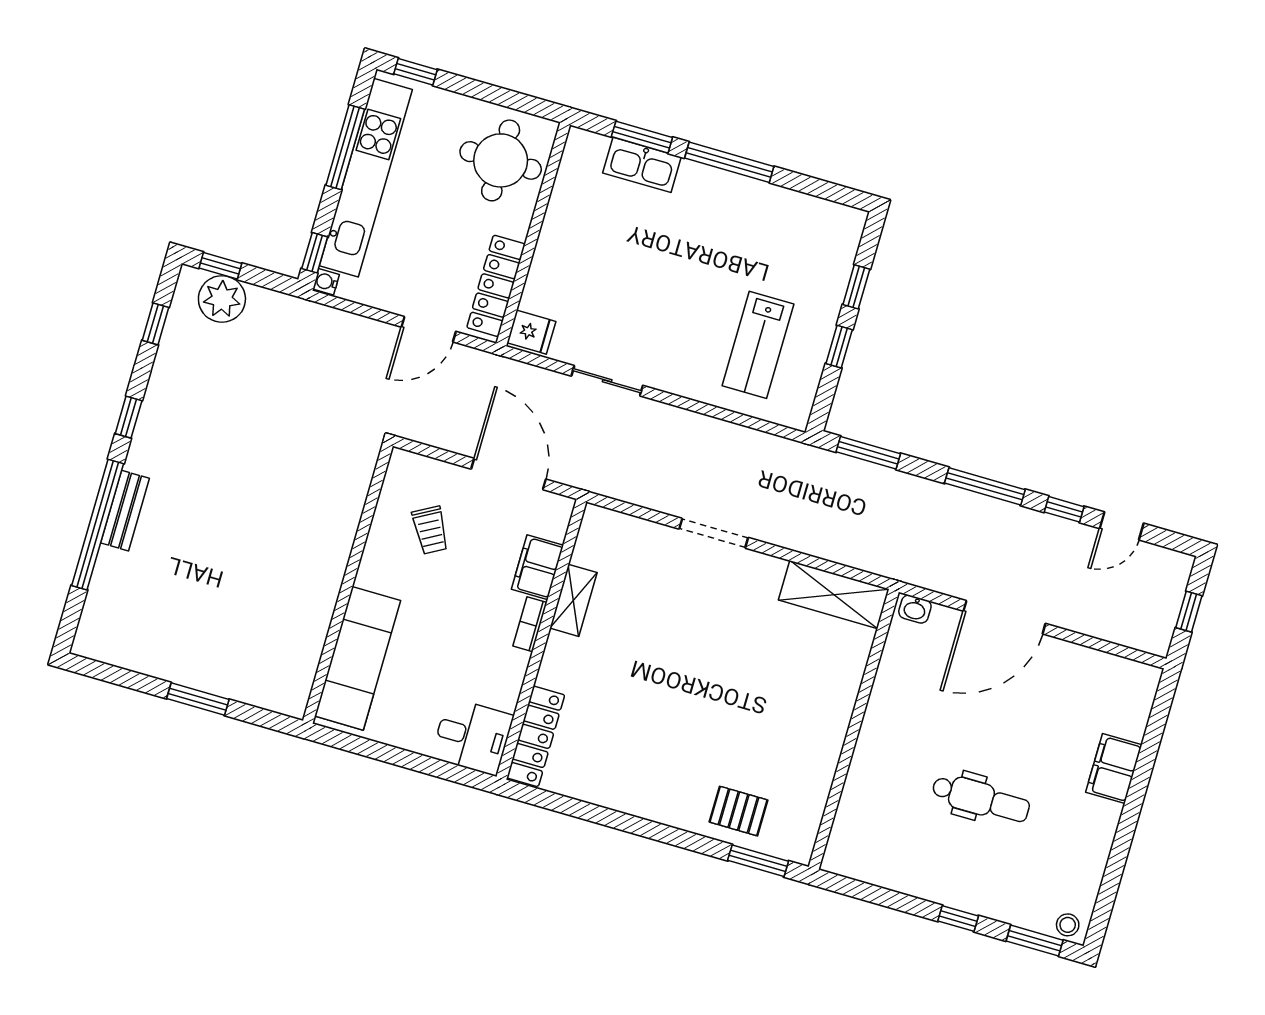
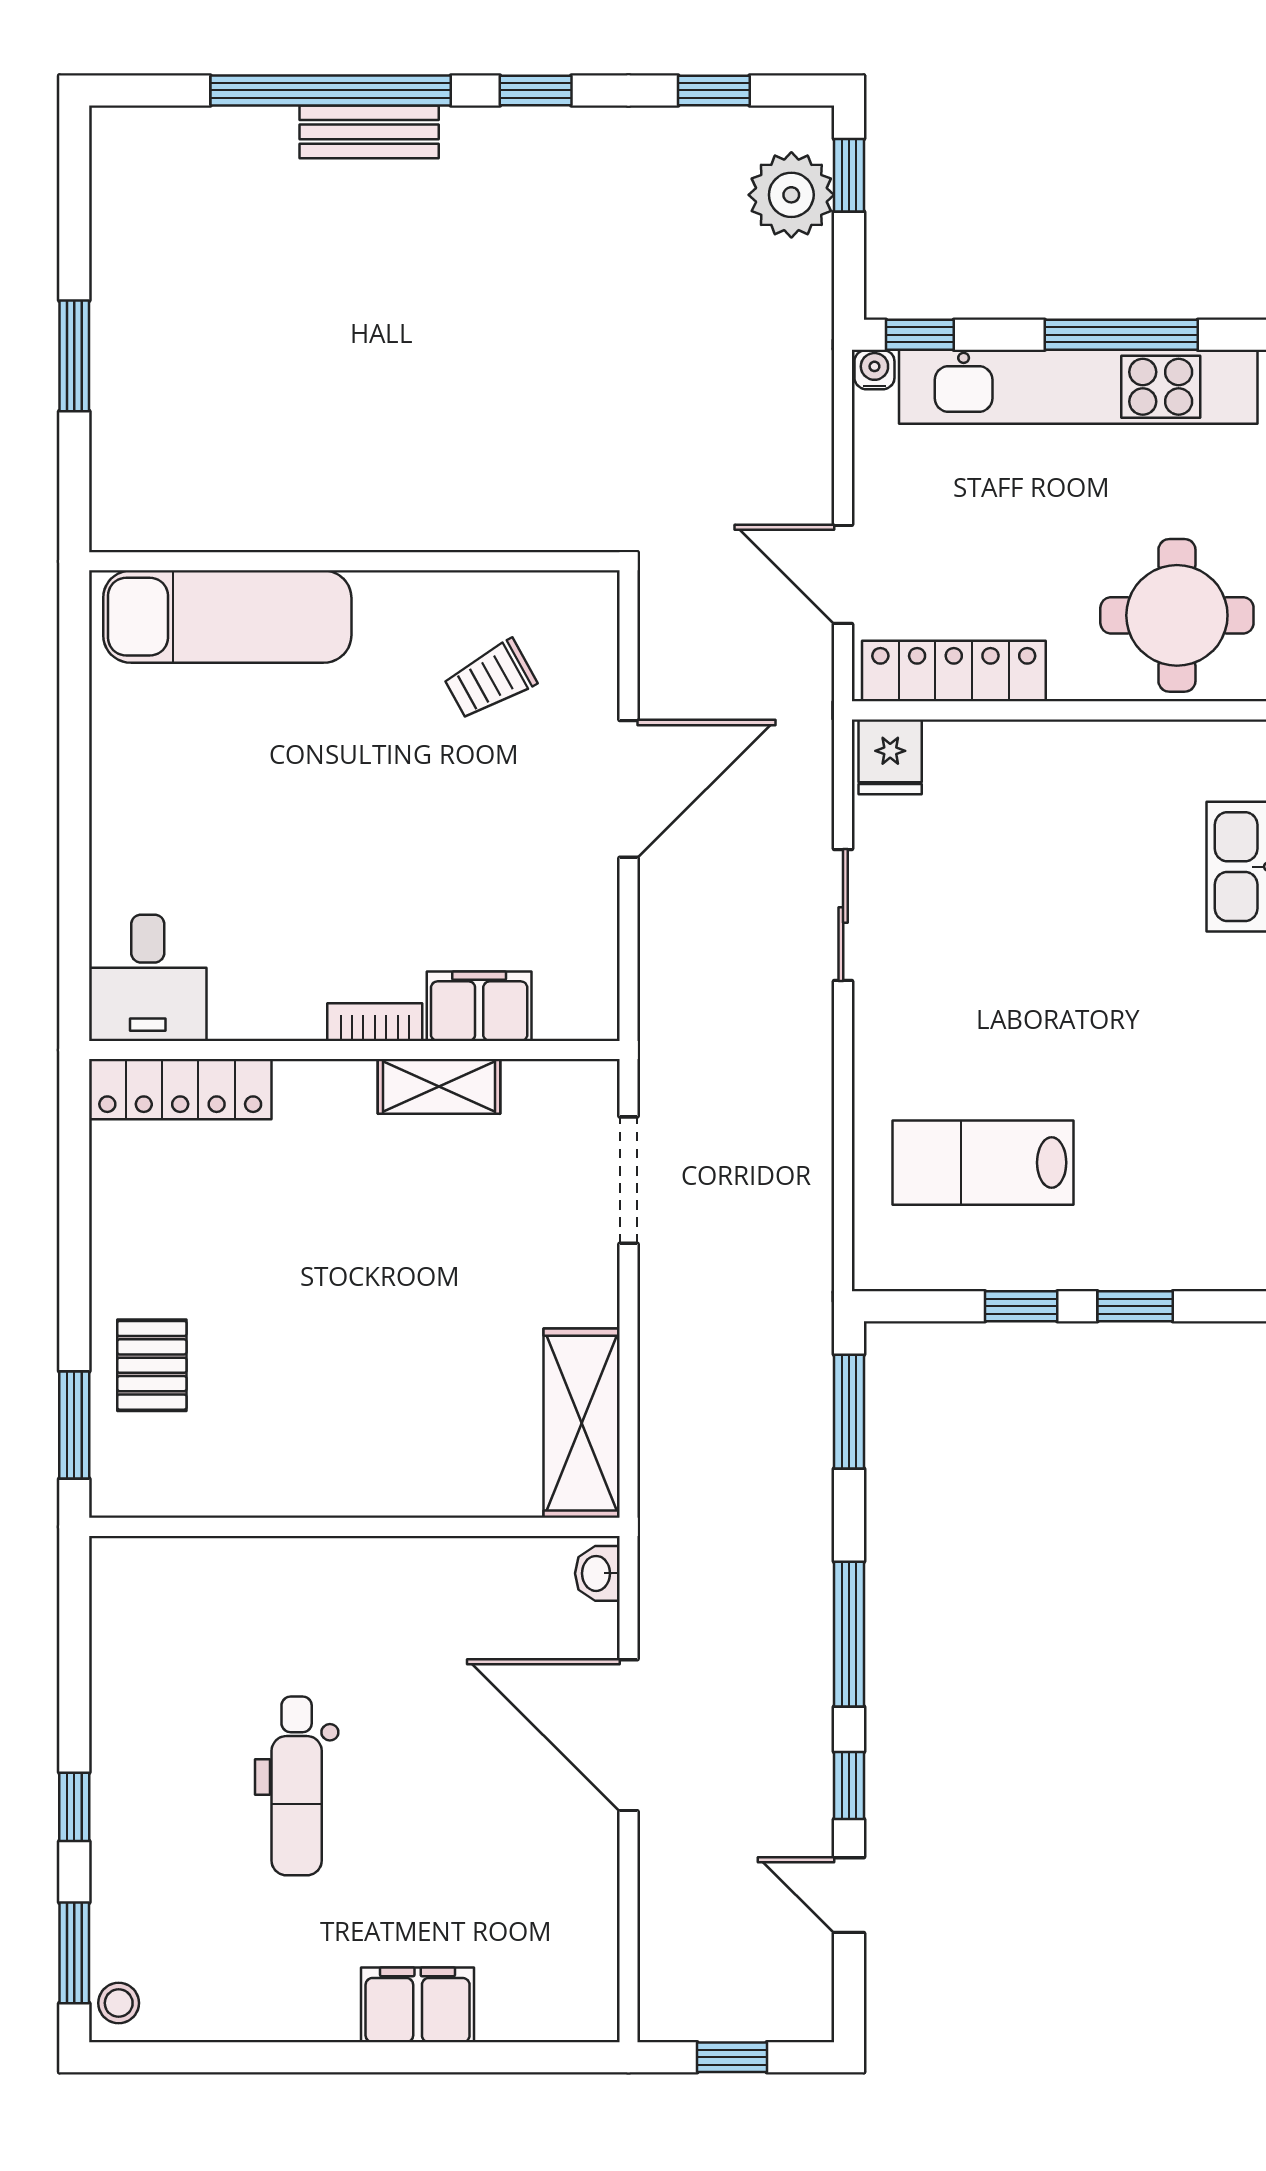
filing cabinet: (537, 567) -> (479, 1006), moved
shelving: (573, 600) -> (439, 1086), moved
bookcase: (530, 624) -> (375, 1022), moved
wall: (541, 639) -> (354, 1050), moved
locker: (536, 736) -> (180, 1089), moved
desk: (472, 737) -> (148, 978), moved

